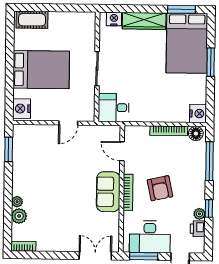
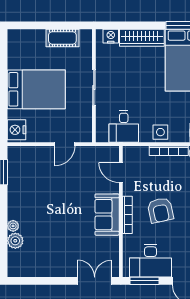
cot: (32, 20) -> (62, 38), moved
desk: (114, 108) -> (124, 126), moved, turned -90
side table: (161, 113) -> (160, 132), added
bookcase: (23, 246) -> (20, 272), removed

